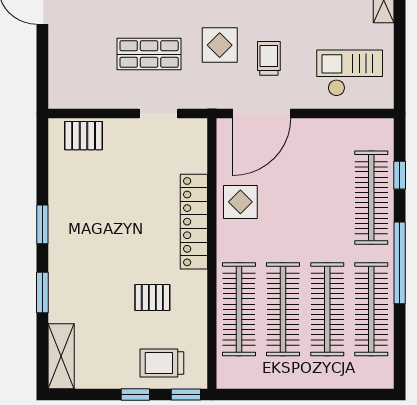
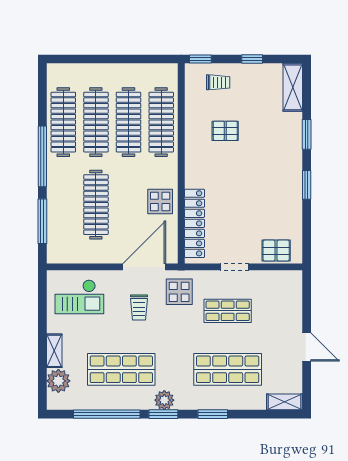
display table: (220, 45) -> (179, 292), moved
doorway: (159, 113) -> (234, 267), moved
window: (400, 175) -> (42, 221), width x2.17
clothes rail: (371, 198) -> (96, 205), moved
locker: (194, 222) -> (195, 223), moved
trolley: (162, 363) -> (218, 82), width x0.73, depth x0.72
window: (135, 394) -> (252, 59), moved

